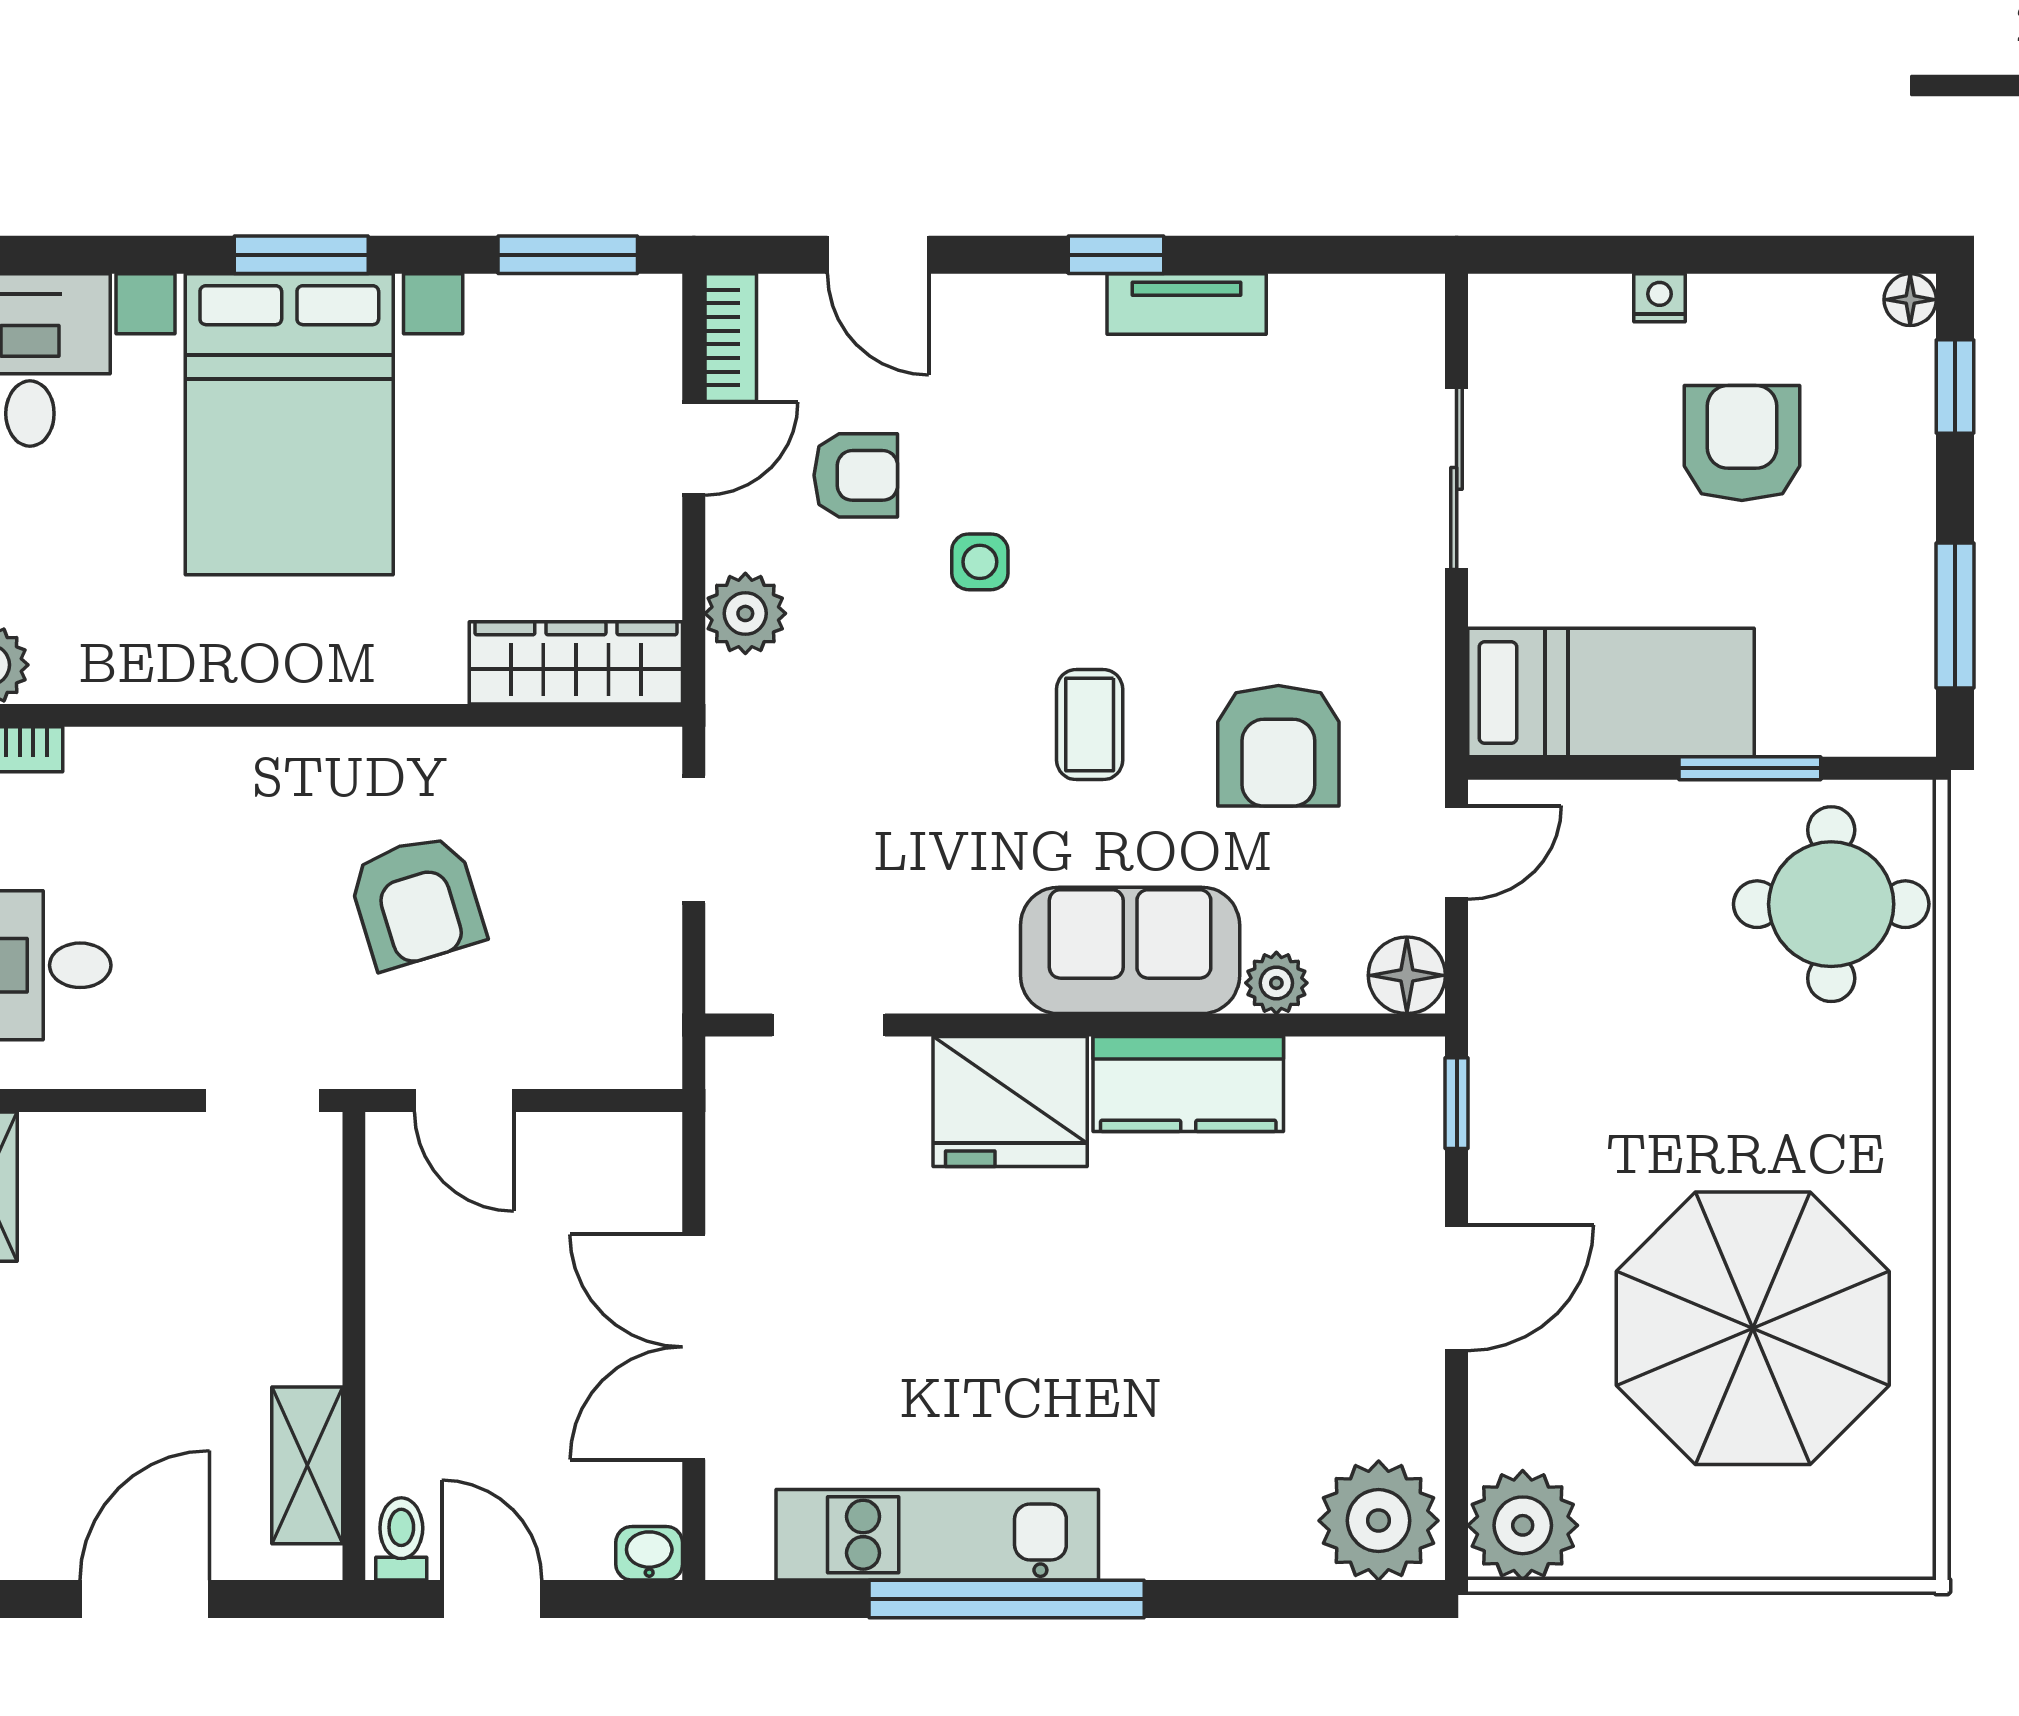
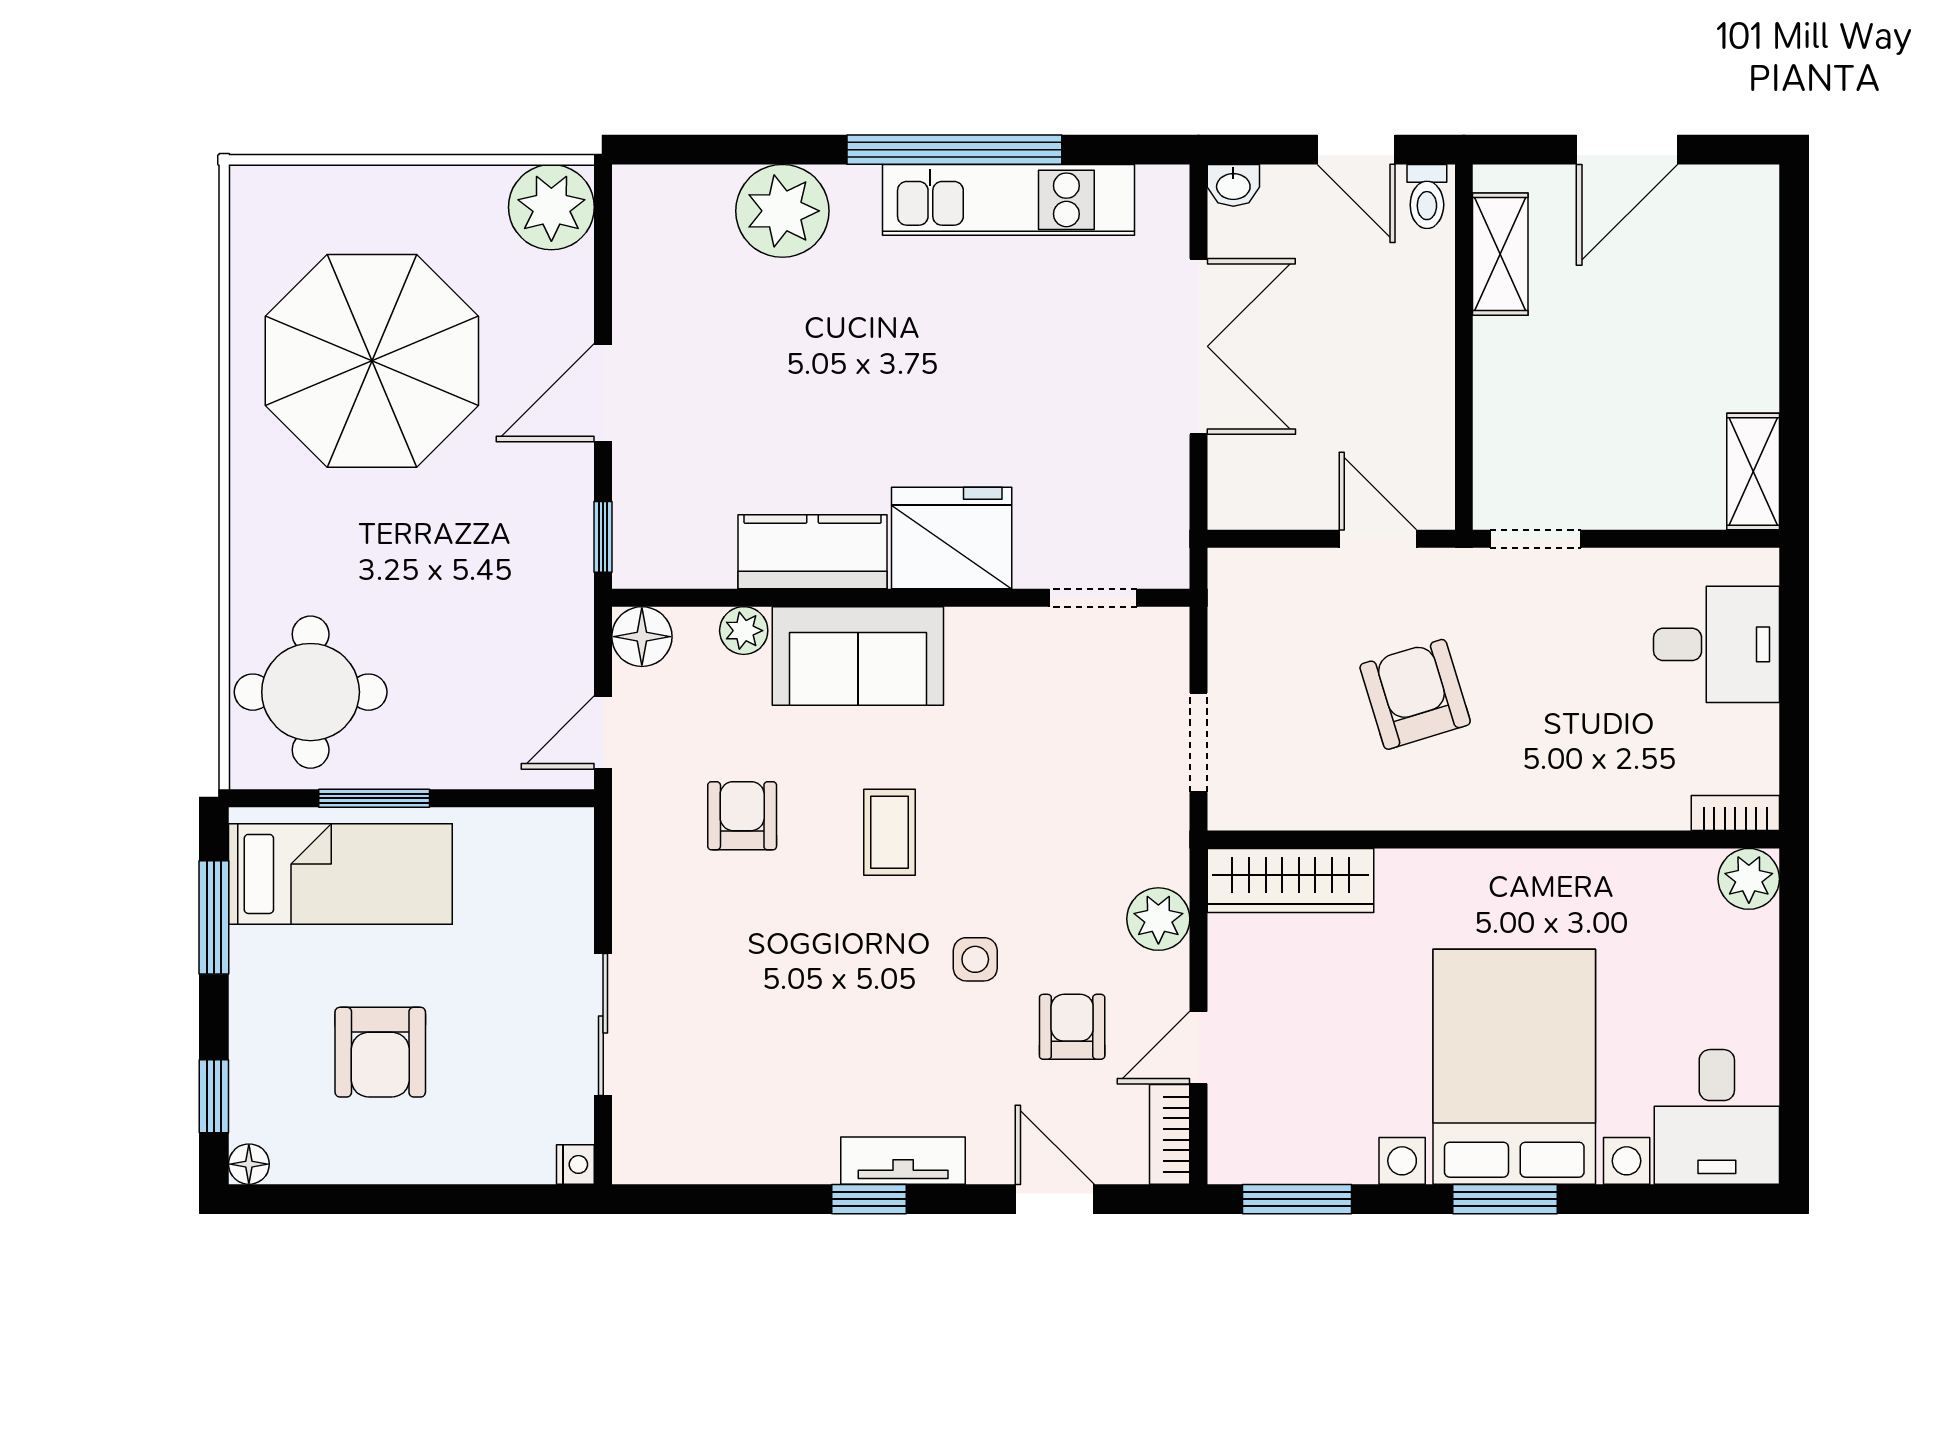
nightstand: (1660, 298) -> (575, 1164), moved, turned -90
tv unit: (1187, 304) -> (903, 1161), moved
armchair: (856, 475) -> (1072, 1027), turned 90
bed: (1611, 693) -> (340, 874), moved, turned 180
armchair: (1278, 746) -> (742, 816), width x0.72, depth x0.72
plant: (1379, 1521) -> (782, 211), moved

